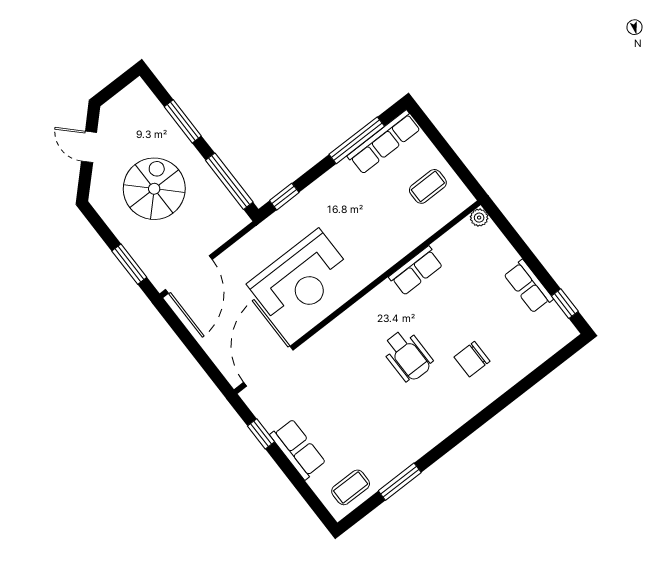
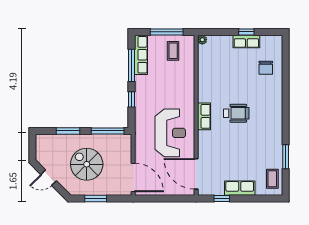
window: (449, 154) -> (167, 32), added
window: (284, 197) -> (131, 99), moved
window: (129, 264) -> (96, 199), moved
row of seats: (416, 271) -> (204, 116), moved
window: (565, 304) -> (246, 32), moved
chair: (472, 359) -> (266, 68), moved

